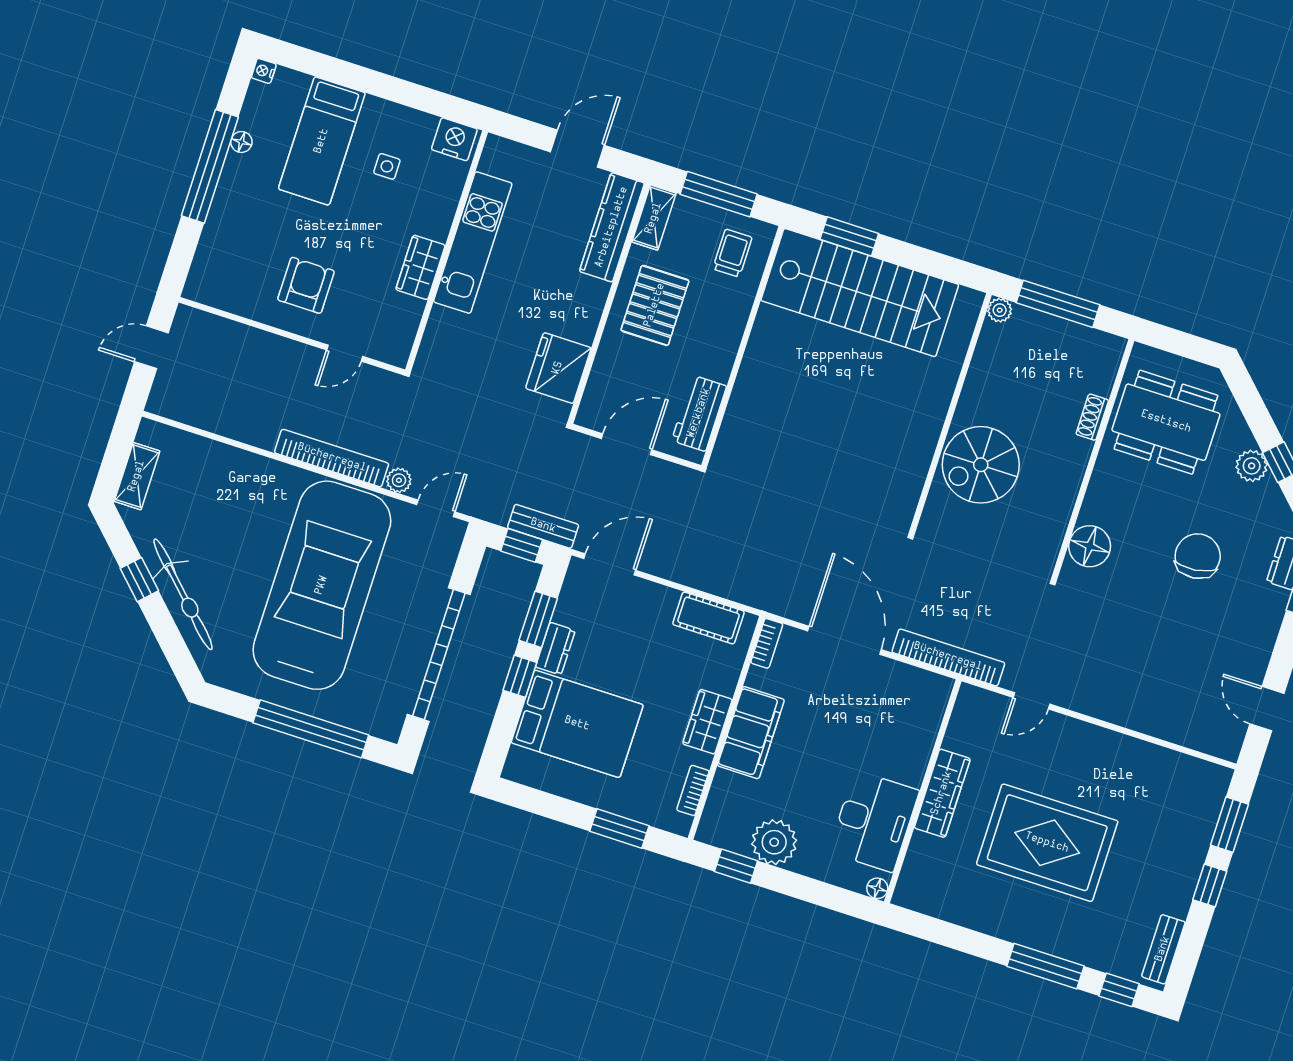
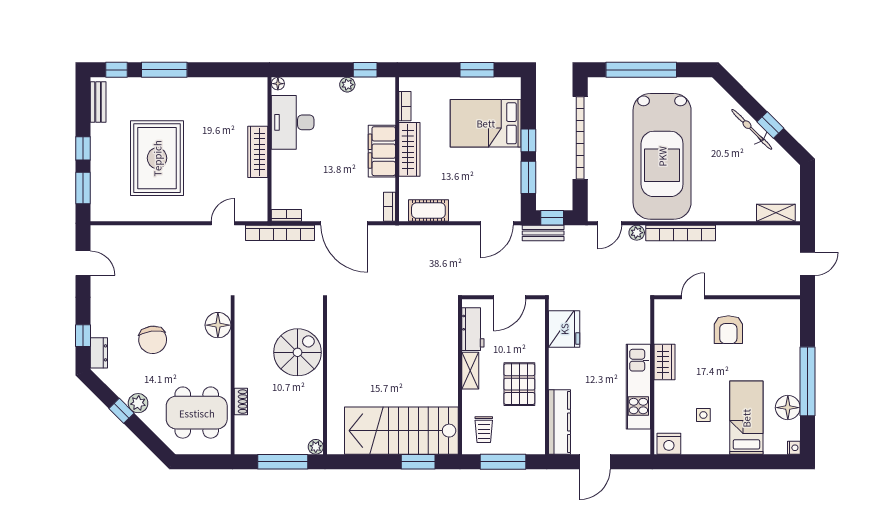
floor lamp: (241, 142) -> (788, 408), width x1.89, depth x1.89
shelving: (654, 218) -> (470, 371), moved
shelving: (137, 476) -> (776, 213), moved, turned 90
bicycle: (183, 594) -> (752, 129), width x0.73, depth x0.71
dresser: (555, 649) -> (513, 163), removed
bookcase: (930, 681) -> (286, 215), added
wardrobe: (707, 722) -> (409, 149), width x1.50
window: (619, 828) -> (477, 70), moved
plant: (774, 842) -> (347, 85), width x0.53, depth x0.53
rug: (1047, 843) -> (157, 158), moved, turned 90

